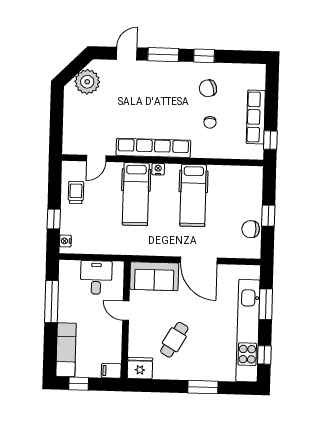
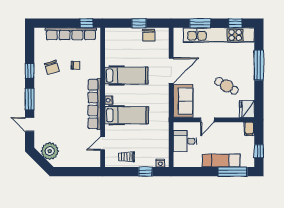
row of seats: (256, 117) -> (71, 34), width x1.36
door: (96, 158) -> (103, 143), swing flipped
window: (51, 302) -> (233, 172), moved
exam couch: (66, 350) -> (221, 161), moved
window: (203, 387) -> (259, 65), width x1.44

